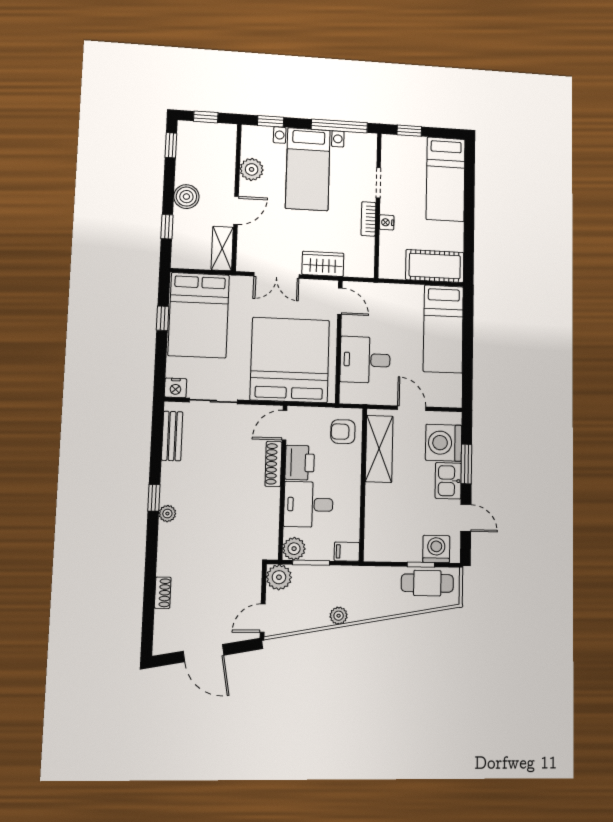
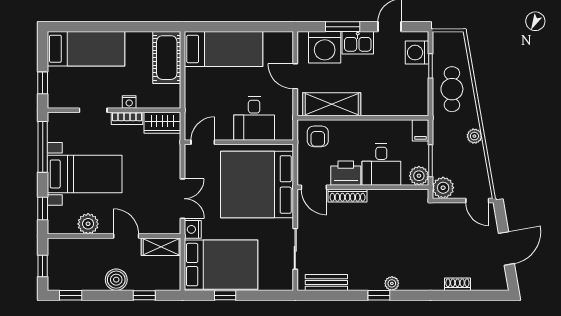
wardrobe: (323, 264) -> (162, 123), moved, turned -90
nightstand: (176, 388) -> (193, 229), moved, turned 180
door: (412, 408) -> (295, 76), hinge flipped
cafe table: (427, 583) -> (452, 89), moved

